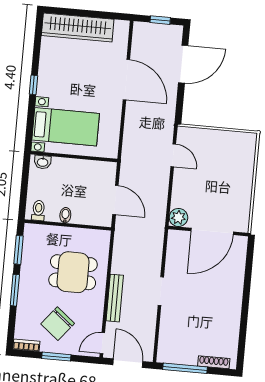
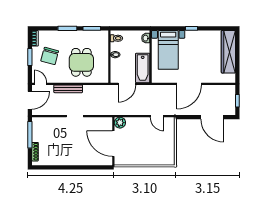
door: (126, 80) -> (189, 84), moved
door: (173, 155) -> (157, 116), hinge flipped
bathtub: (92, 172) -> (143, 68), added
chair: (58, 324) -> (50, 56), turned -114

